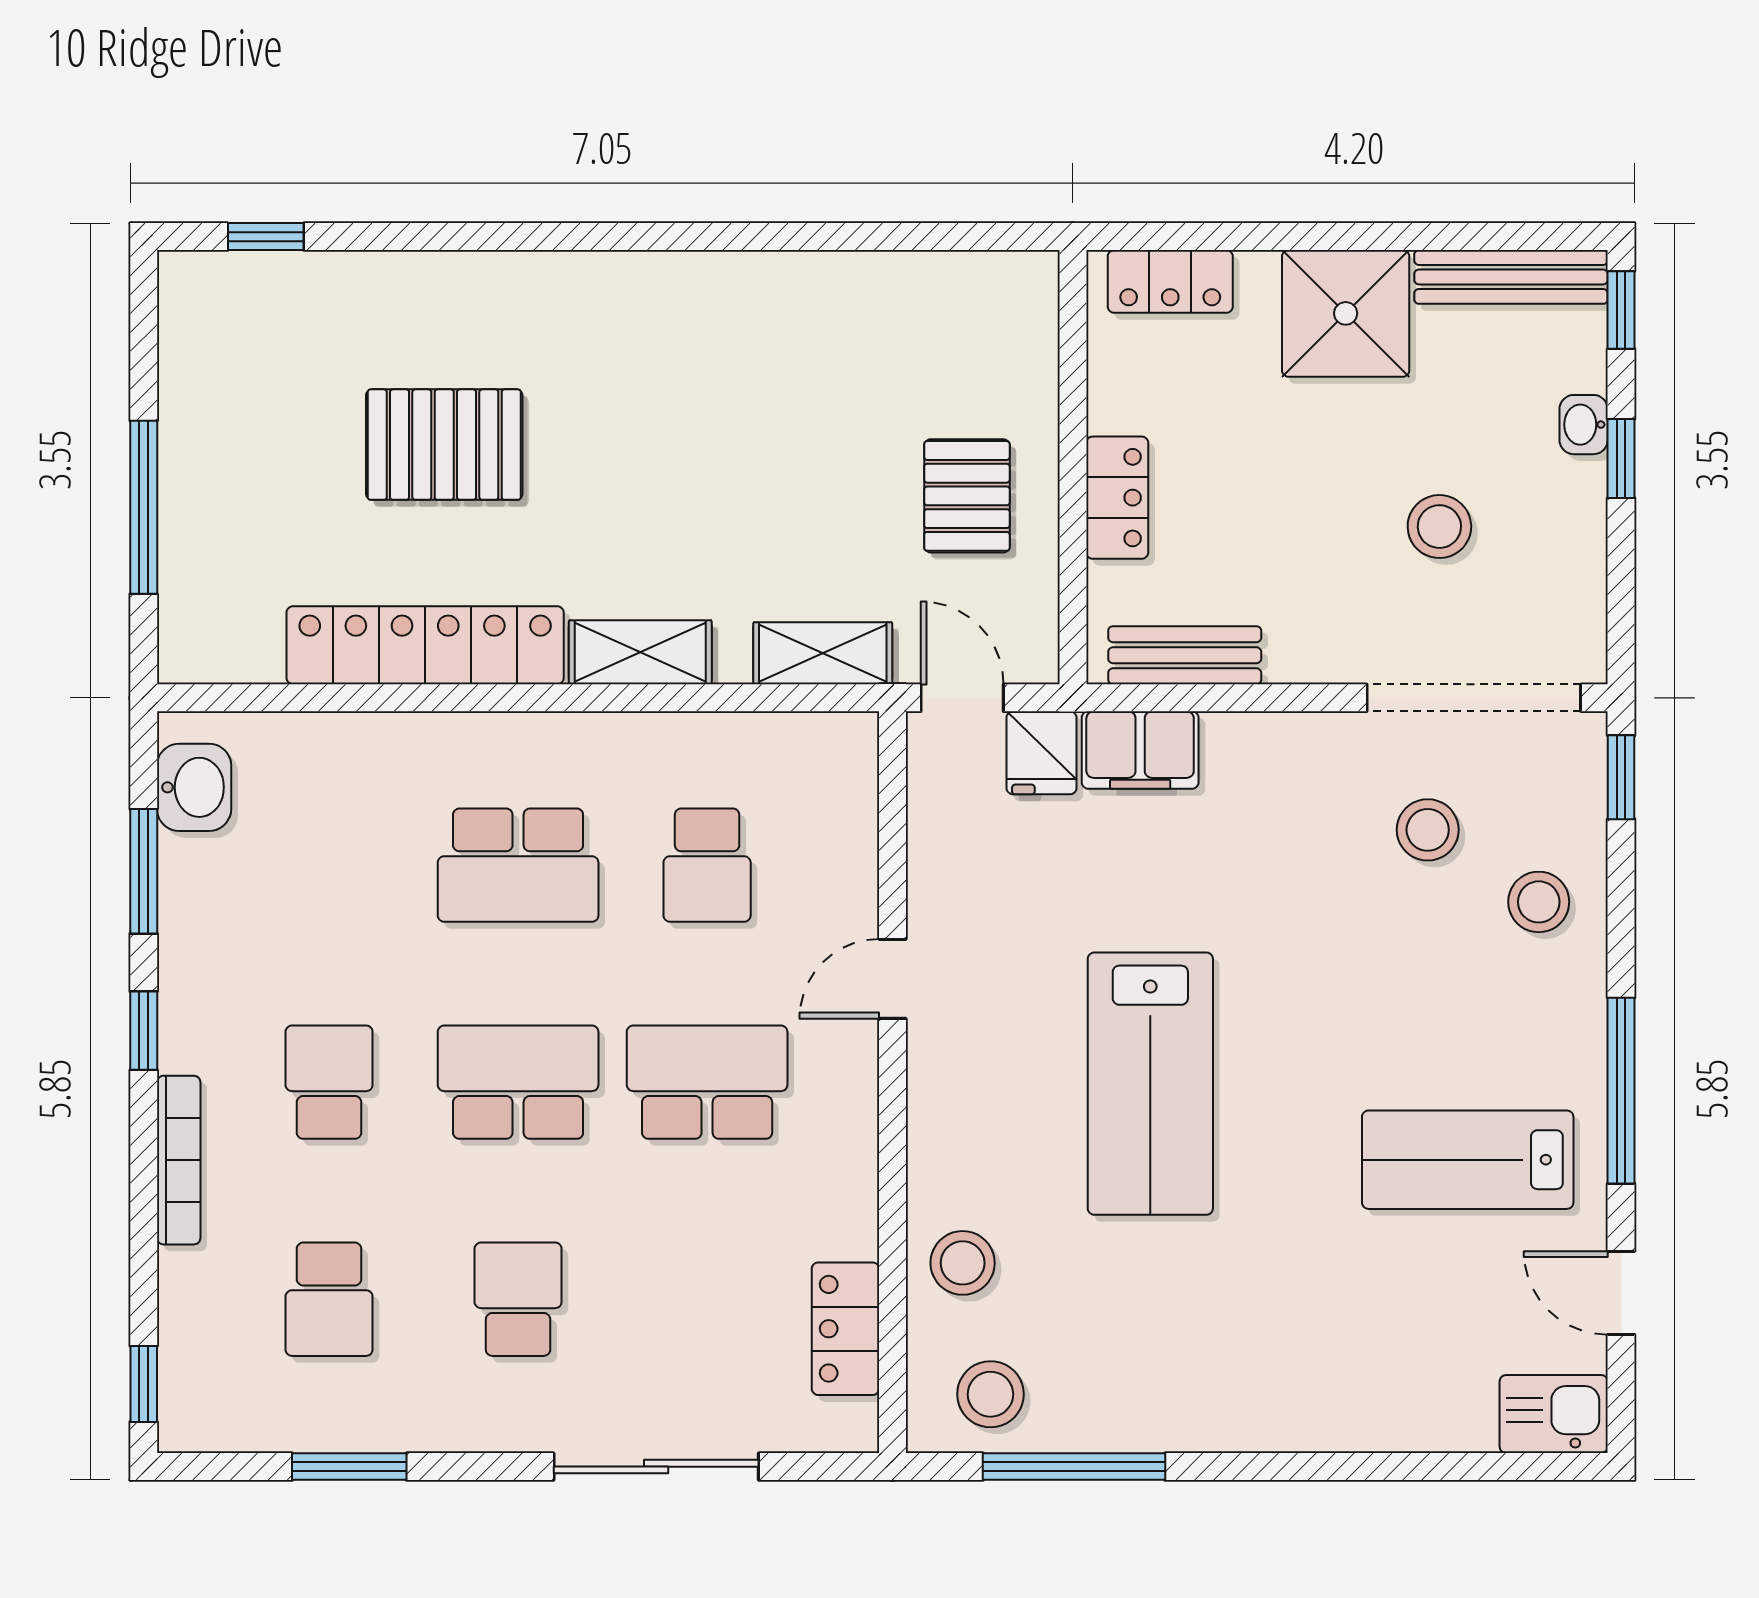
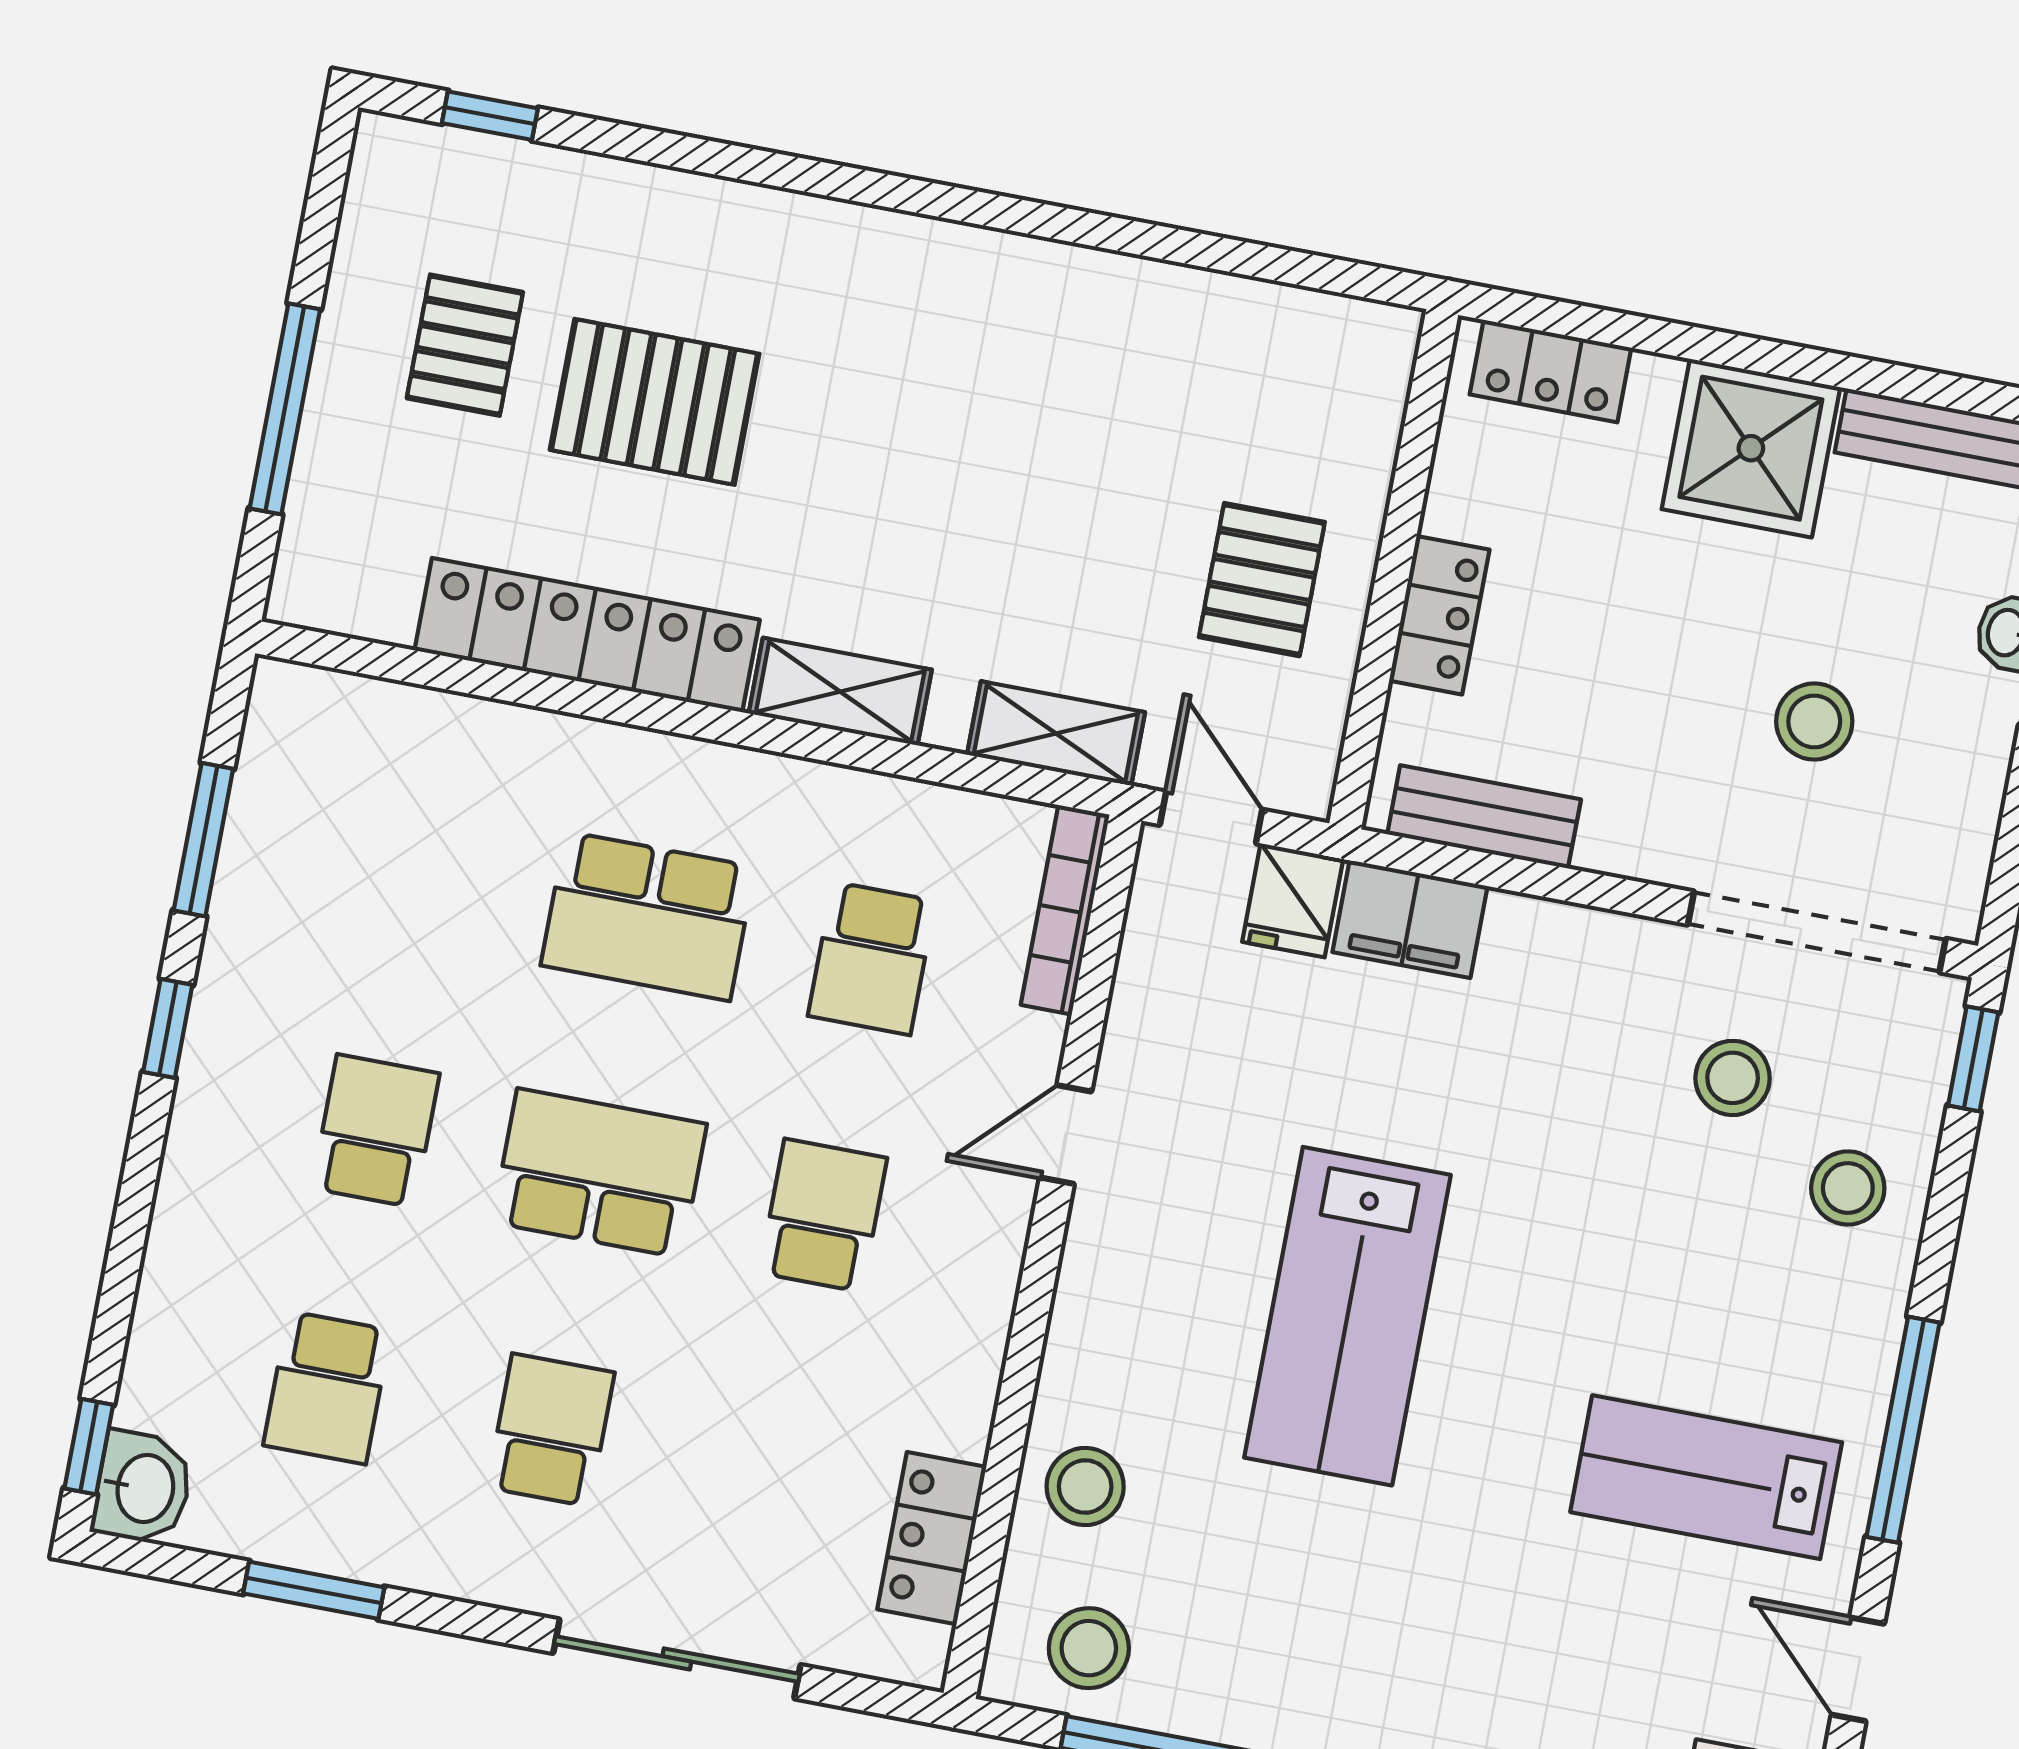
pallet: (281, 428) -> (465, 345), added
washbasin: (194, 787) -> (143, 1488), moved
school desk: (707, 1082) -> (823, 1215), width x0.54
bookcase: (179, 1160) -> (1065, 910), moved, turned 180

